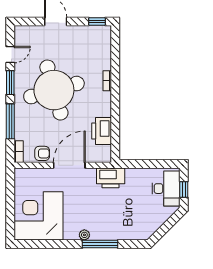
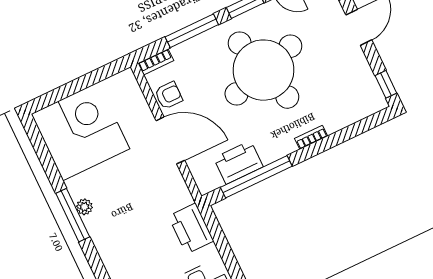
window: (115, 124) -> (256, 177), added
armchair: (42, 153) -> (169, 95), turned -90
printer: (111, 178) -> (191, 229), moved
window: (100, 244) -> (73, 215), moved

